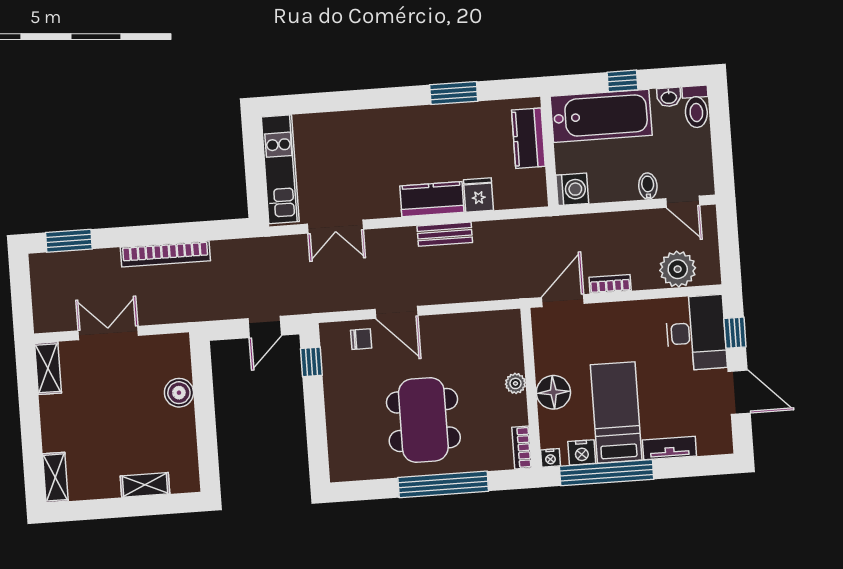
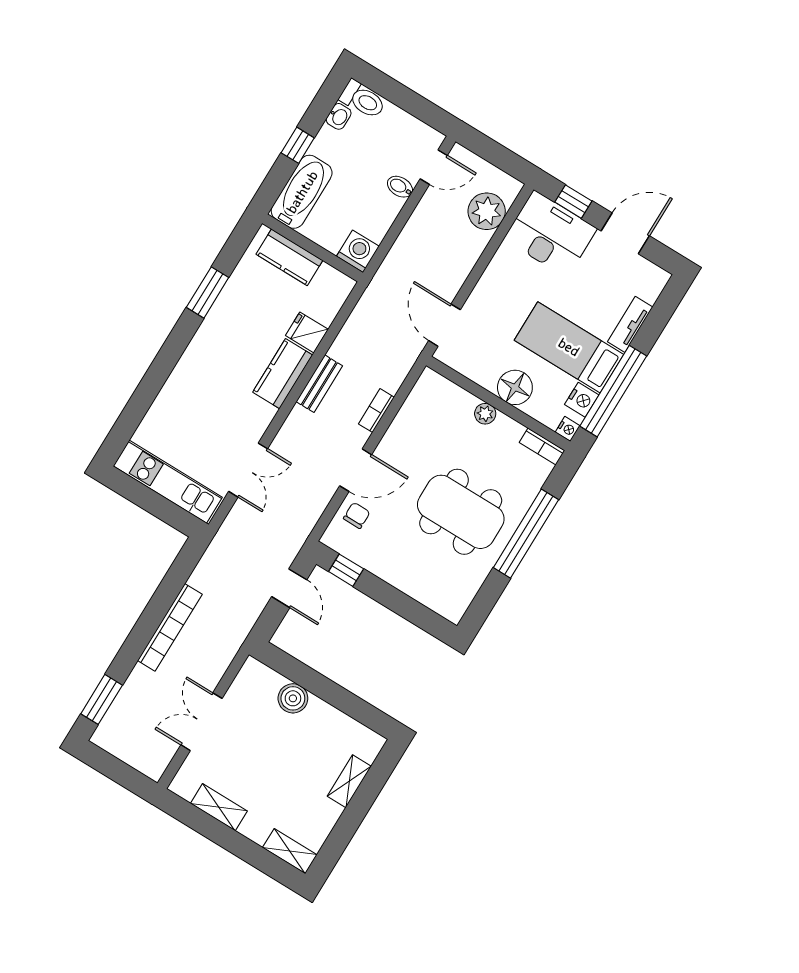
bathtub: (601, 116) -> (302, 192), width x0.73, depth x0.73
bookcase: (610, 284) -> (376, 411), moved
shelving: (48, 368) -> (219, 807), moved

